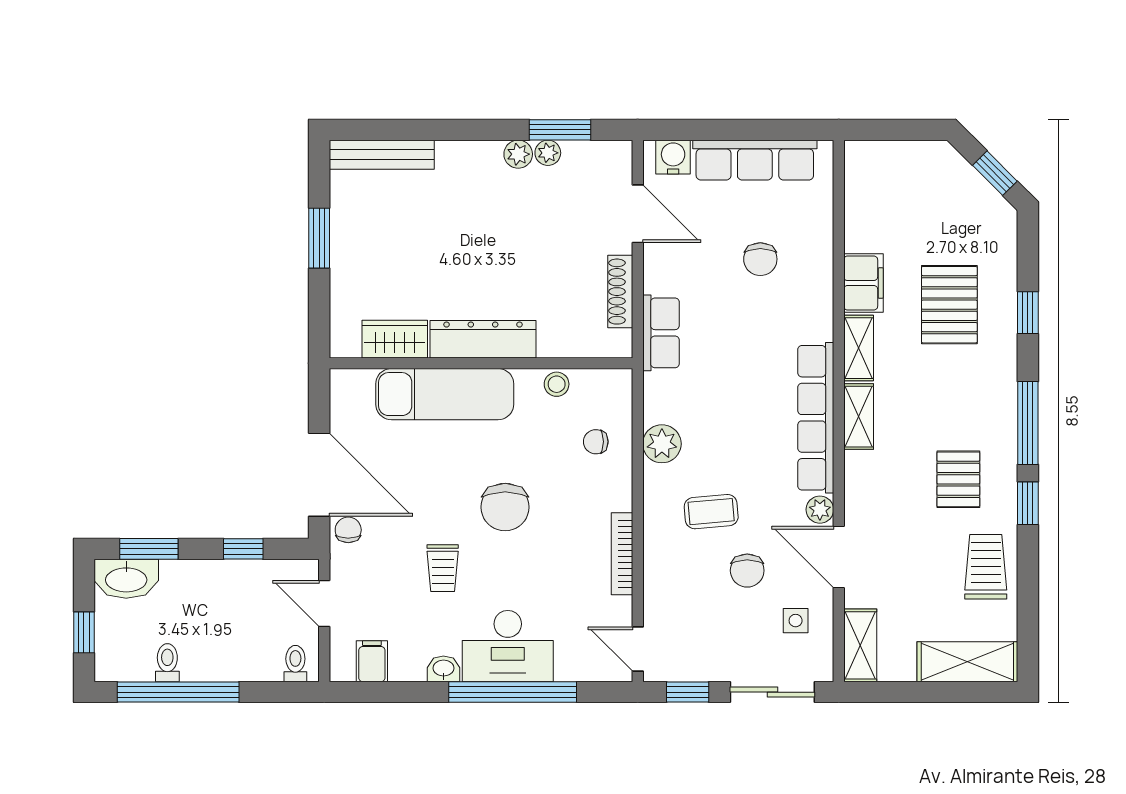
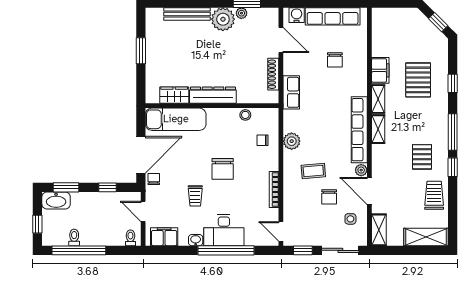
plant: (518, 154) -> (223, 19), width x1.87, depth x1.87
bench: (382, 155) -> (187, 14), moved
exam couch: (445, 394) -> (176, 119), moved
door: (319, 475) -> (141, 155), hinge flipped
filing cabinet: (372, 661) -> (164, 237), width x2.00

